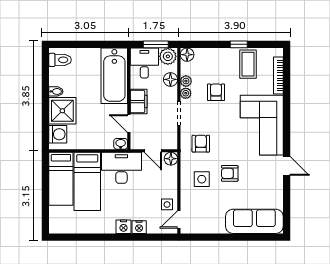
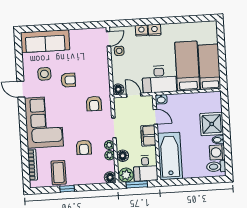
washing machine: (58, 134) -> (217, 152), moved
side table: (202, 179) -> (44, 74), moved

